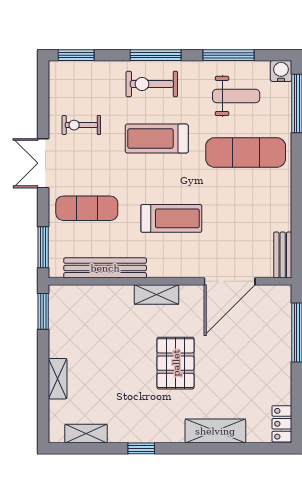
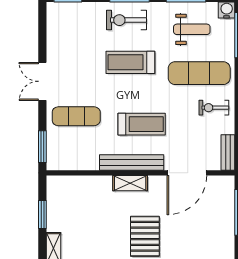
exercise bike: (81, 125) -> (214, 108), moved
bench: (105, 268) -> (132, 163), moved
window: (43, 311) -> (42, 214), moved

